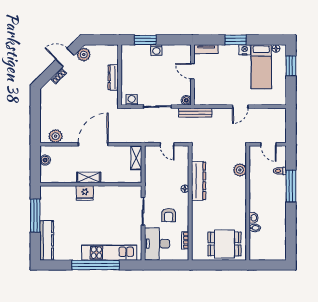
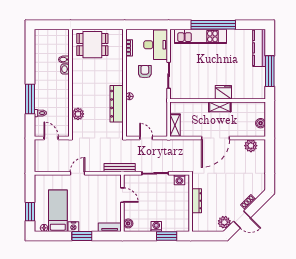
door: (192, 71) -> (122, 195), moved
boiler: (186, 100) -> (128, 223), moved

